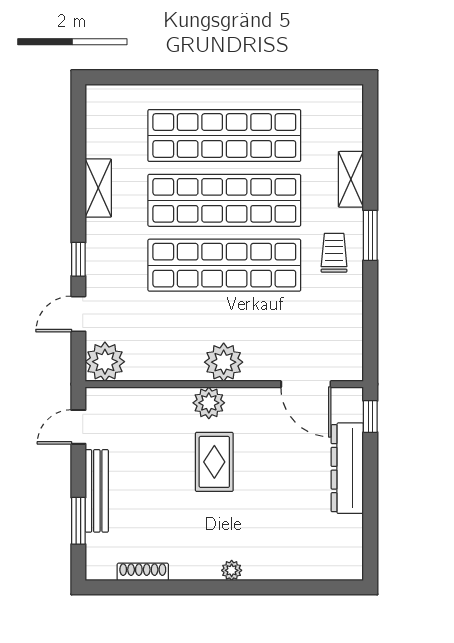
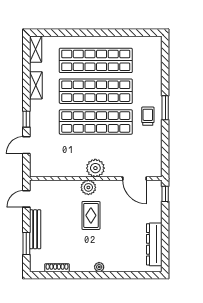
shelving: (351, 179) -> (36, 49), moved
plant: (105, 362) -> (39, 168), removed
dresser: (347, 468) -> (154, 244), moved

